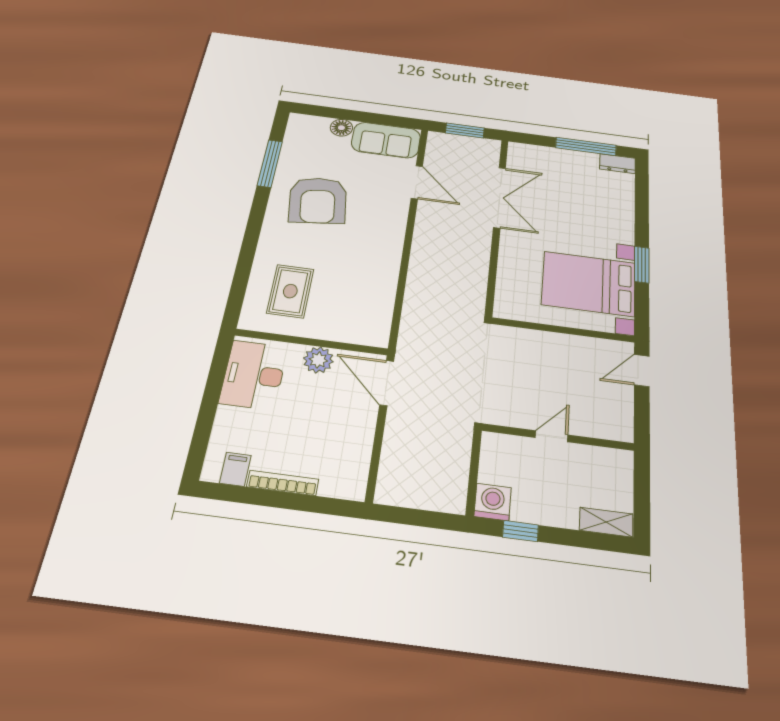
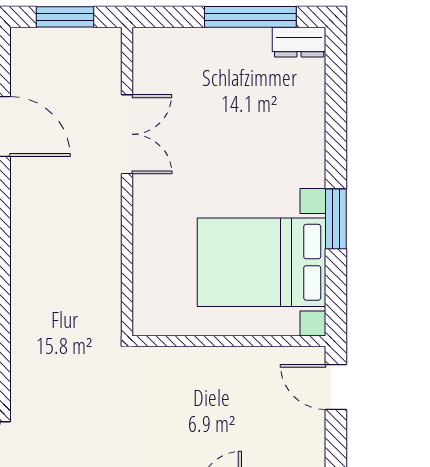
double door: (500, 197) -> (127, 134), width x0.73
door: (642, 371) -> (336, 387), hinge flipped

